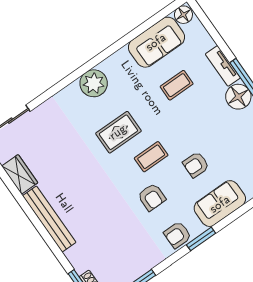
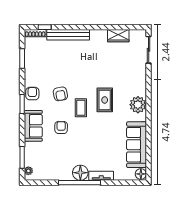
sofa: (156, 42) -> (137, 145), width x1.36
coffee table: (177, 85) -> (108, 146), removed
armchair: (152, 197) -> (60, 94), turned -100
bench: (49, 219) -> (68, 35), moved

